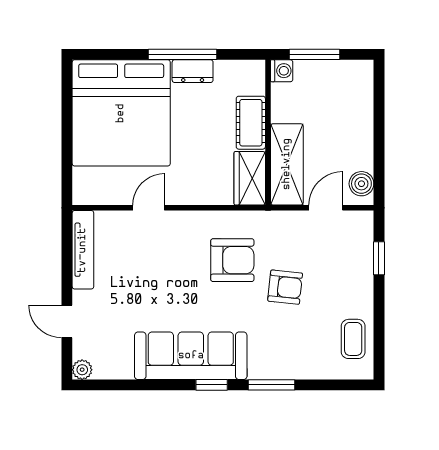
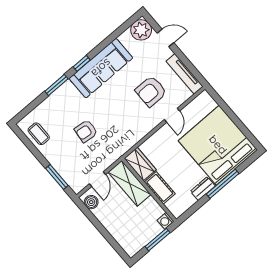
window: (182, 54) -> (223, 184), moved
window: (379, 258) -> (57, 177), width x1.50
armchair: (232, 260) -> (151, 91), moved
plant: (82, 370) -> (141, 30), width x1.88, depth x1.88

